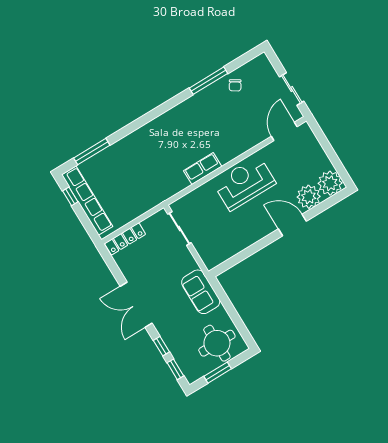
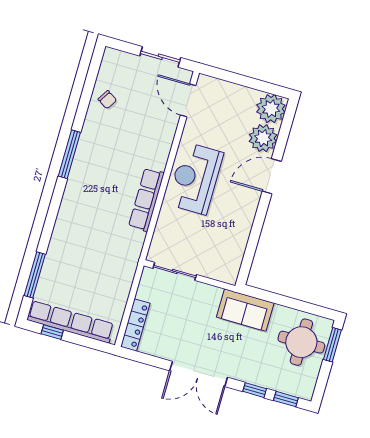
window: (208, 81) -> (69, 154), moved
row of seats: (203, 169) -> (146, 200), width x1.48
window: (218, 373) -> (332, 345), moved

